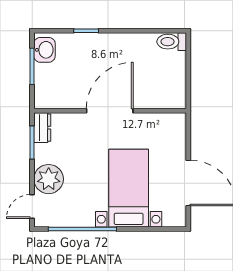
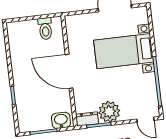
toilet: (172, 42) -> (45, 29), moved
washbasin: (44, 50) -> (61, 120), moved
plant: (49, 179) -> (109, 112), moved

